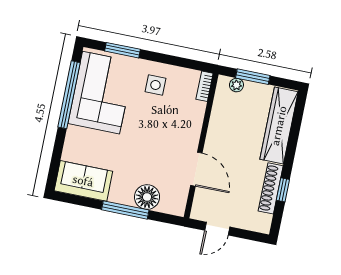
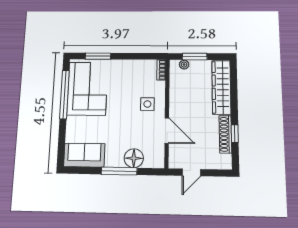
side table: (155, 85) -> (147, 104), moved

